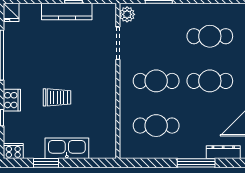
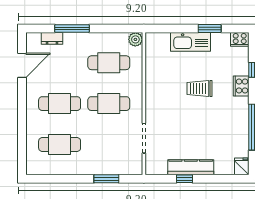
plant: (127, 14) -> (135, 39), moved
dresser: (223, 152) -> (52, 38), width x0.70

